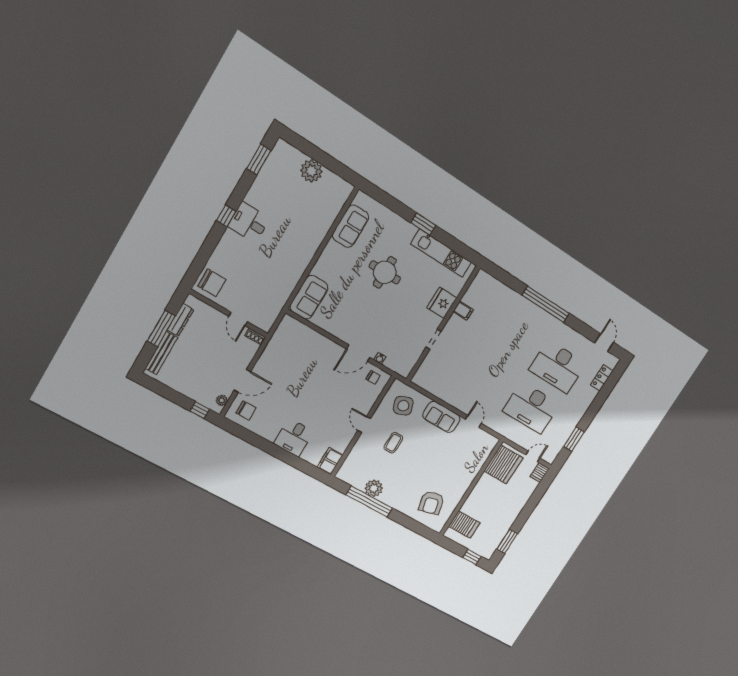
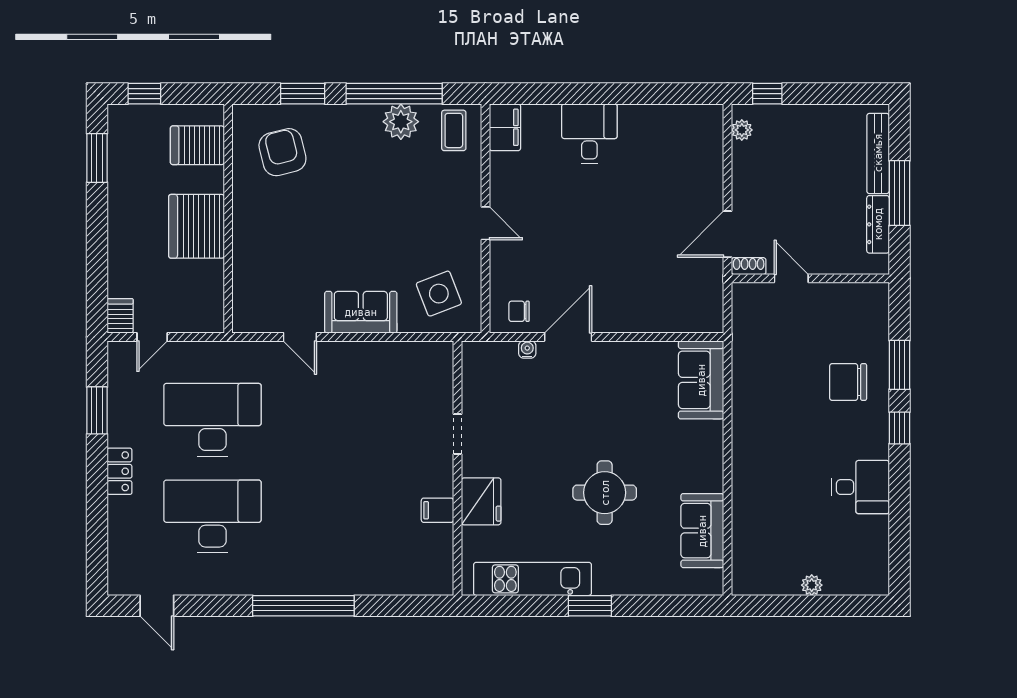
window: (259, 159) -> (899, 365), moved
plant: (311, 171) -> (812, 585), width x0.53, depth x0.53
desk: (249, 222) -> (861, 487), moved
chair: (212, 283) -> (848, 382), moved
locker: (602, 378) -> (120, 471), moved
door: (242, 381) -> (727, 234), moved
chair: (246, 410) -> (694, 135), removed
coffee table: (393, 443) -> (454, 130), moved
server rack: (504, 464) -> (196, 226), moved
window: (408, 522) -> (303, 94), added

